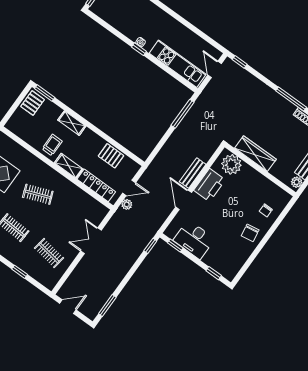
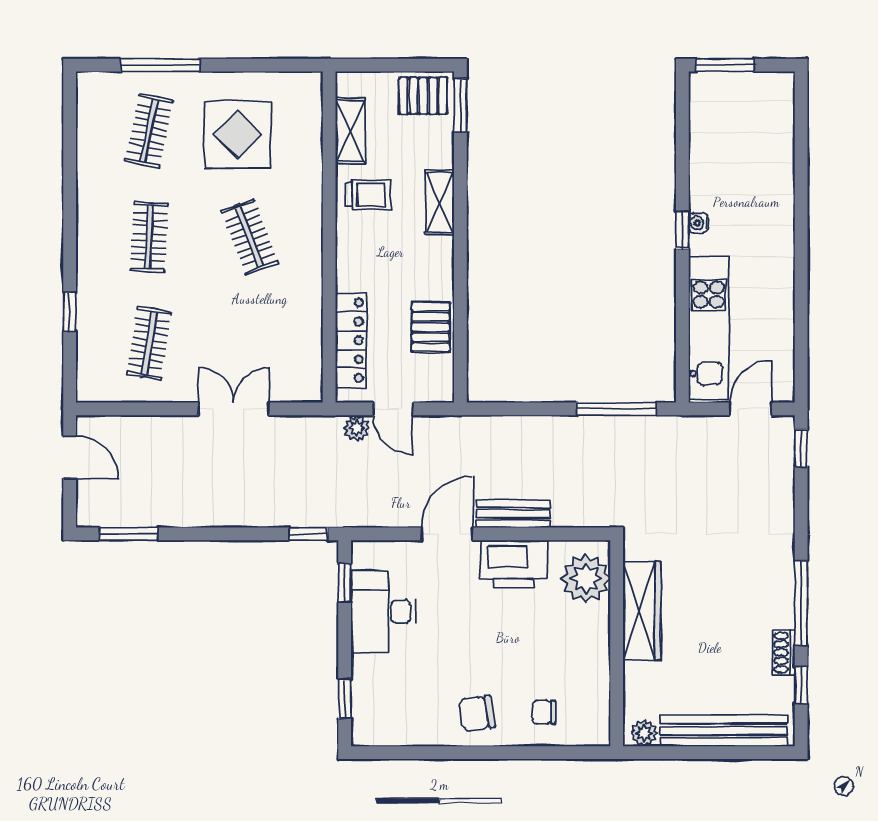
shelving: (69, 166) -> (350, 131), moved

